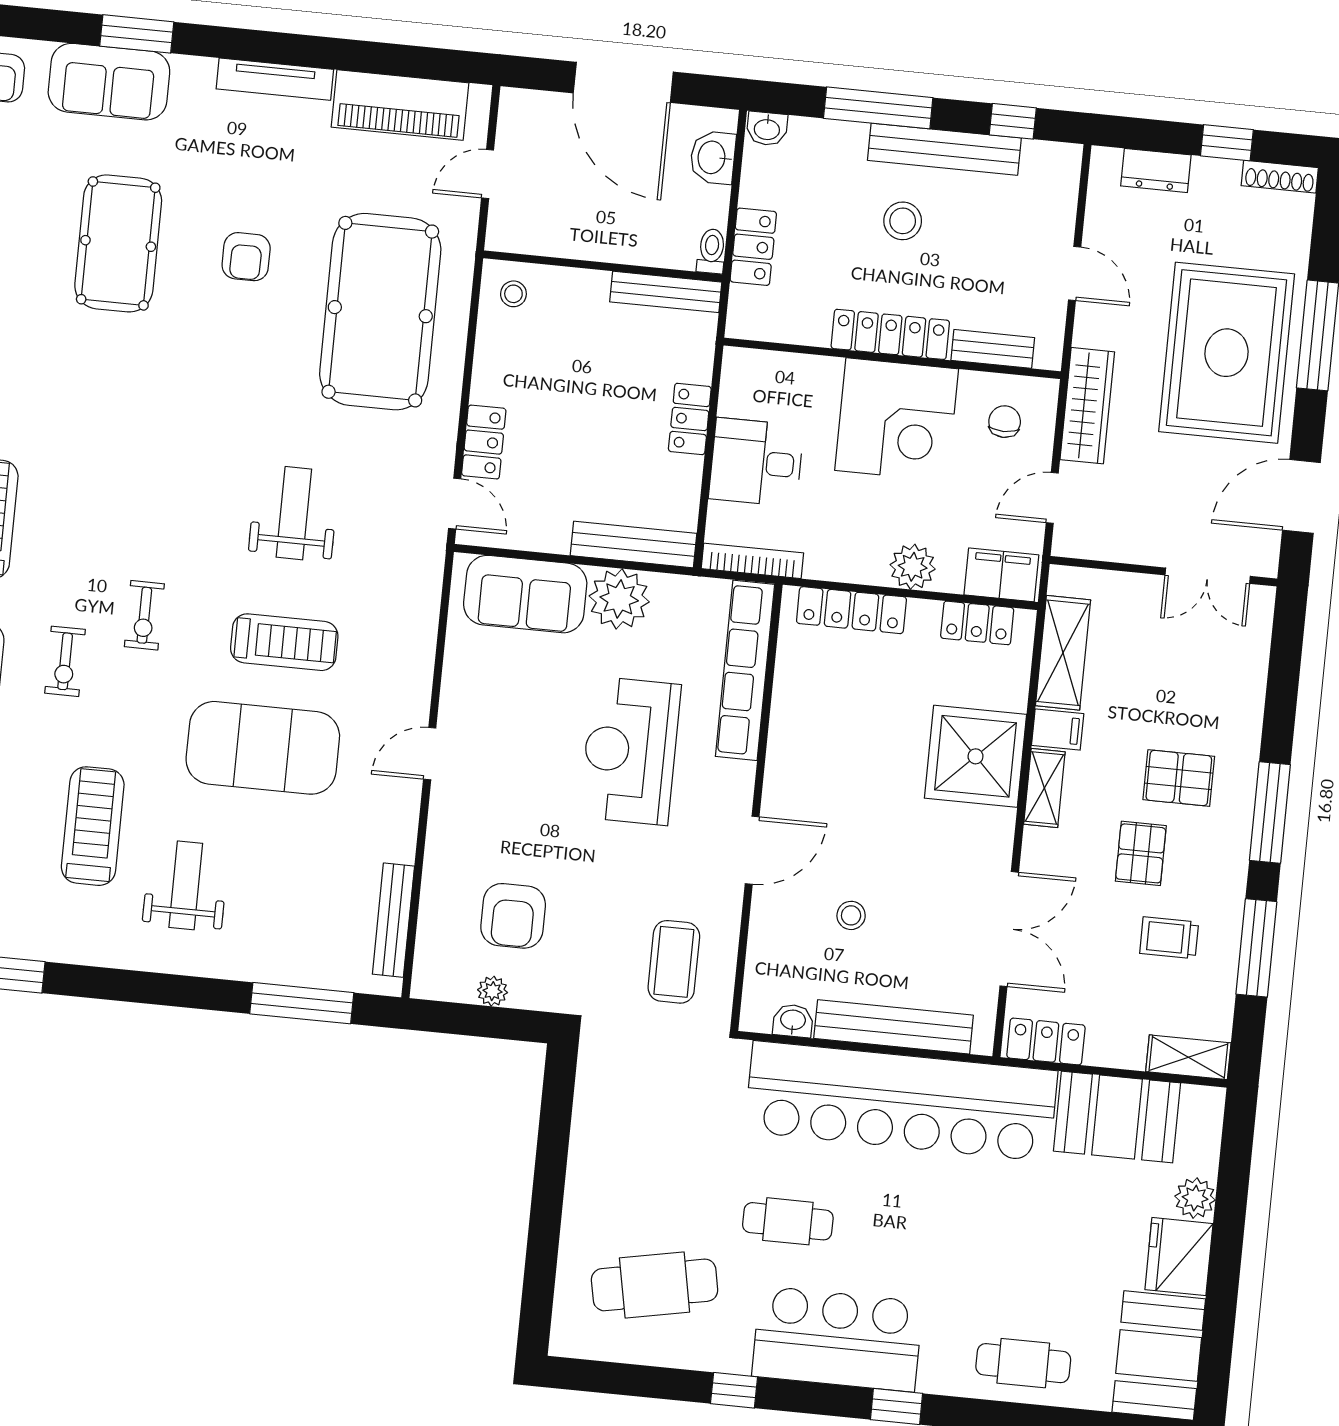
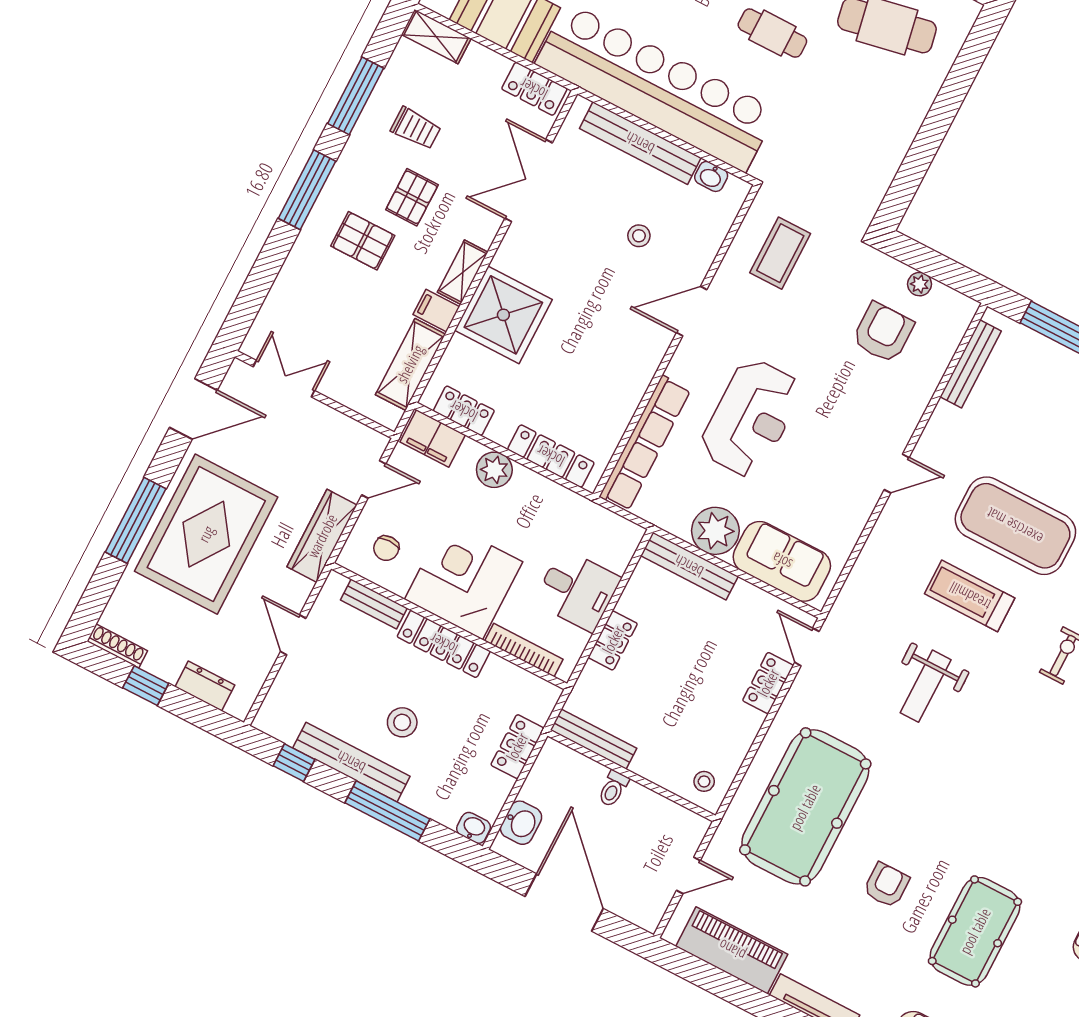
toilet: (711, 251) -> (613, 789), moved
bookcase: (752, 561) -> (524, 650), moved, turned 180

